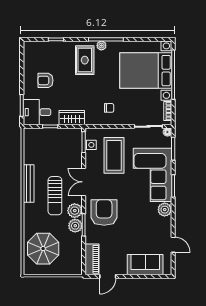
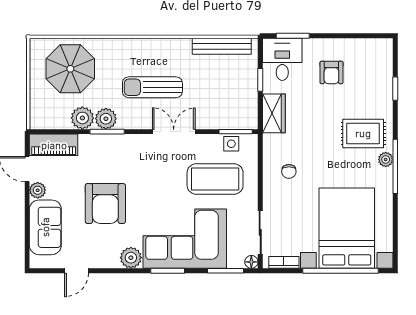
armchair: (45, 80) -> (331, 73), turned 180
bench: (29, 184) -> (222, 46), moved
plant: (75, 211) -> (82, 118), moved
armchair: (104, 212) -> (105, 204), moved, turned 90
plant: (121, 270) -> (38, 190), added

